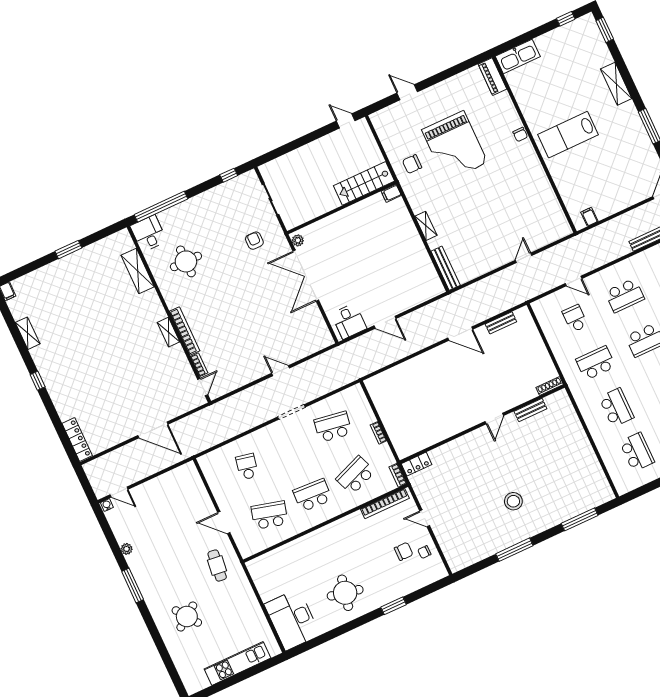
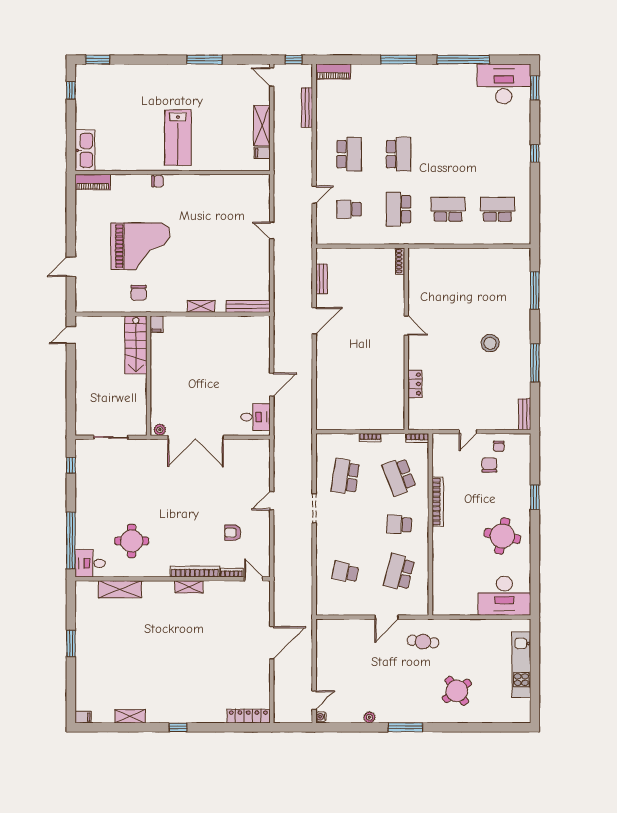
shelving: (616, 84) -> (262, 126), moved, turned 90
armchair: (254, 241) -> (233, 533), moved
bench: (530, 410) -> (525, 414), moved
locker: (417, 464) -> (415, 384), moved
school desk: (313, 495) -> (399, 524), width x0.54
bookcase: (385, 504) -> (438, 502), moved

